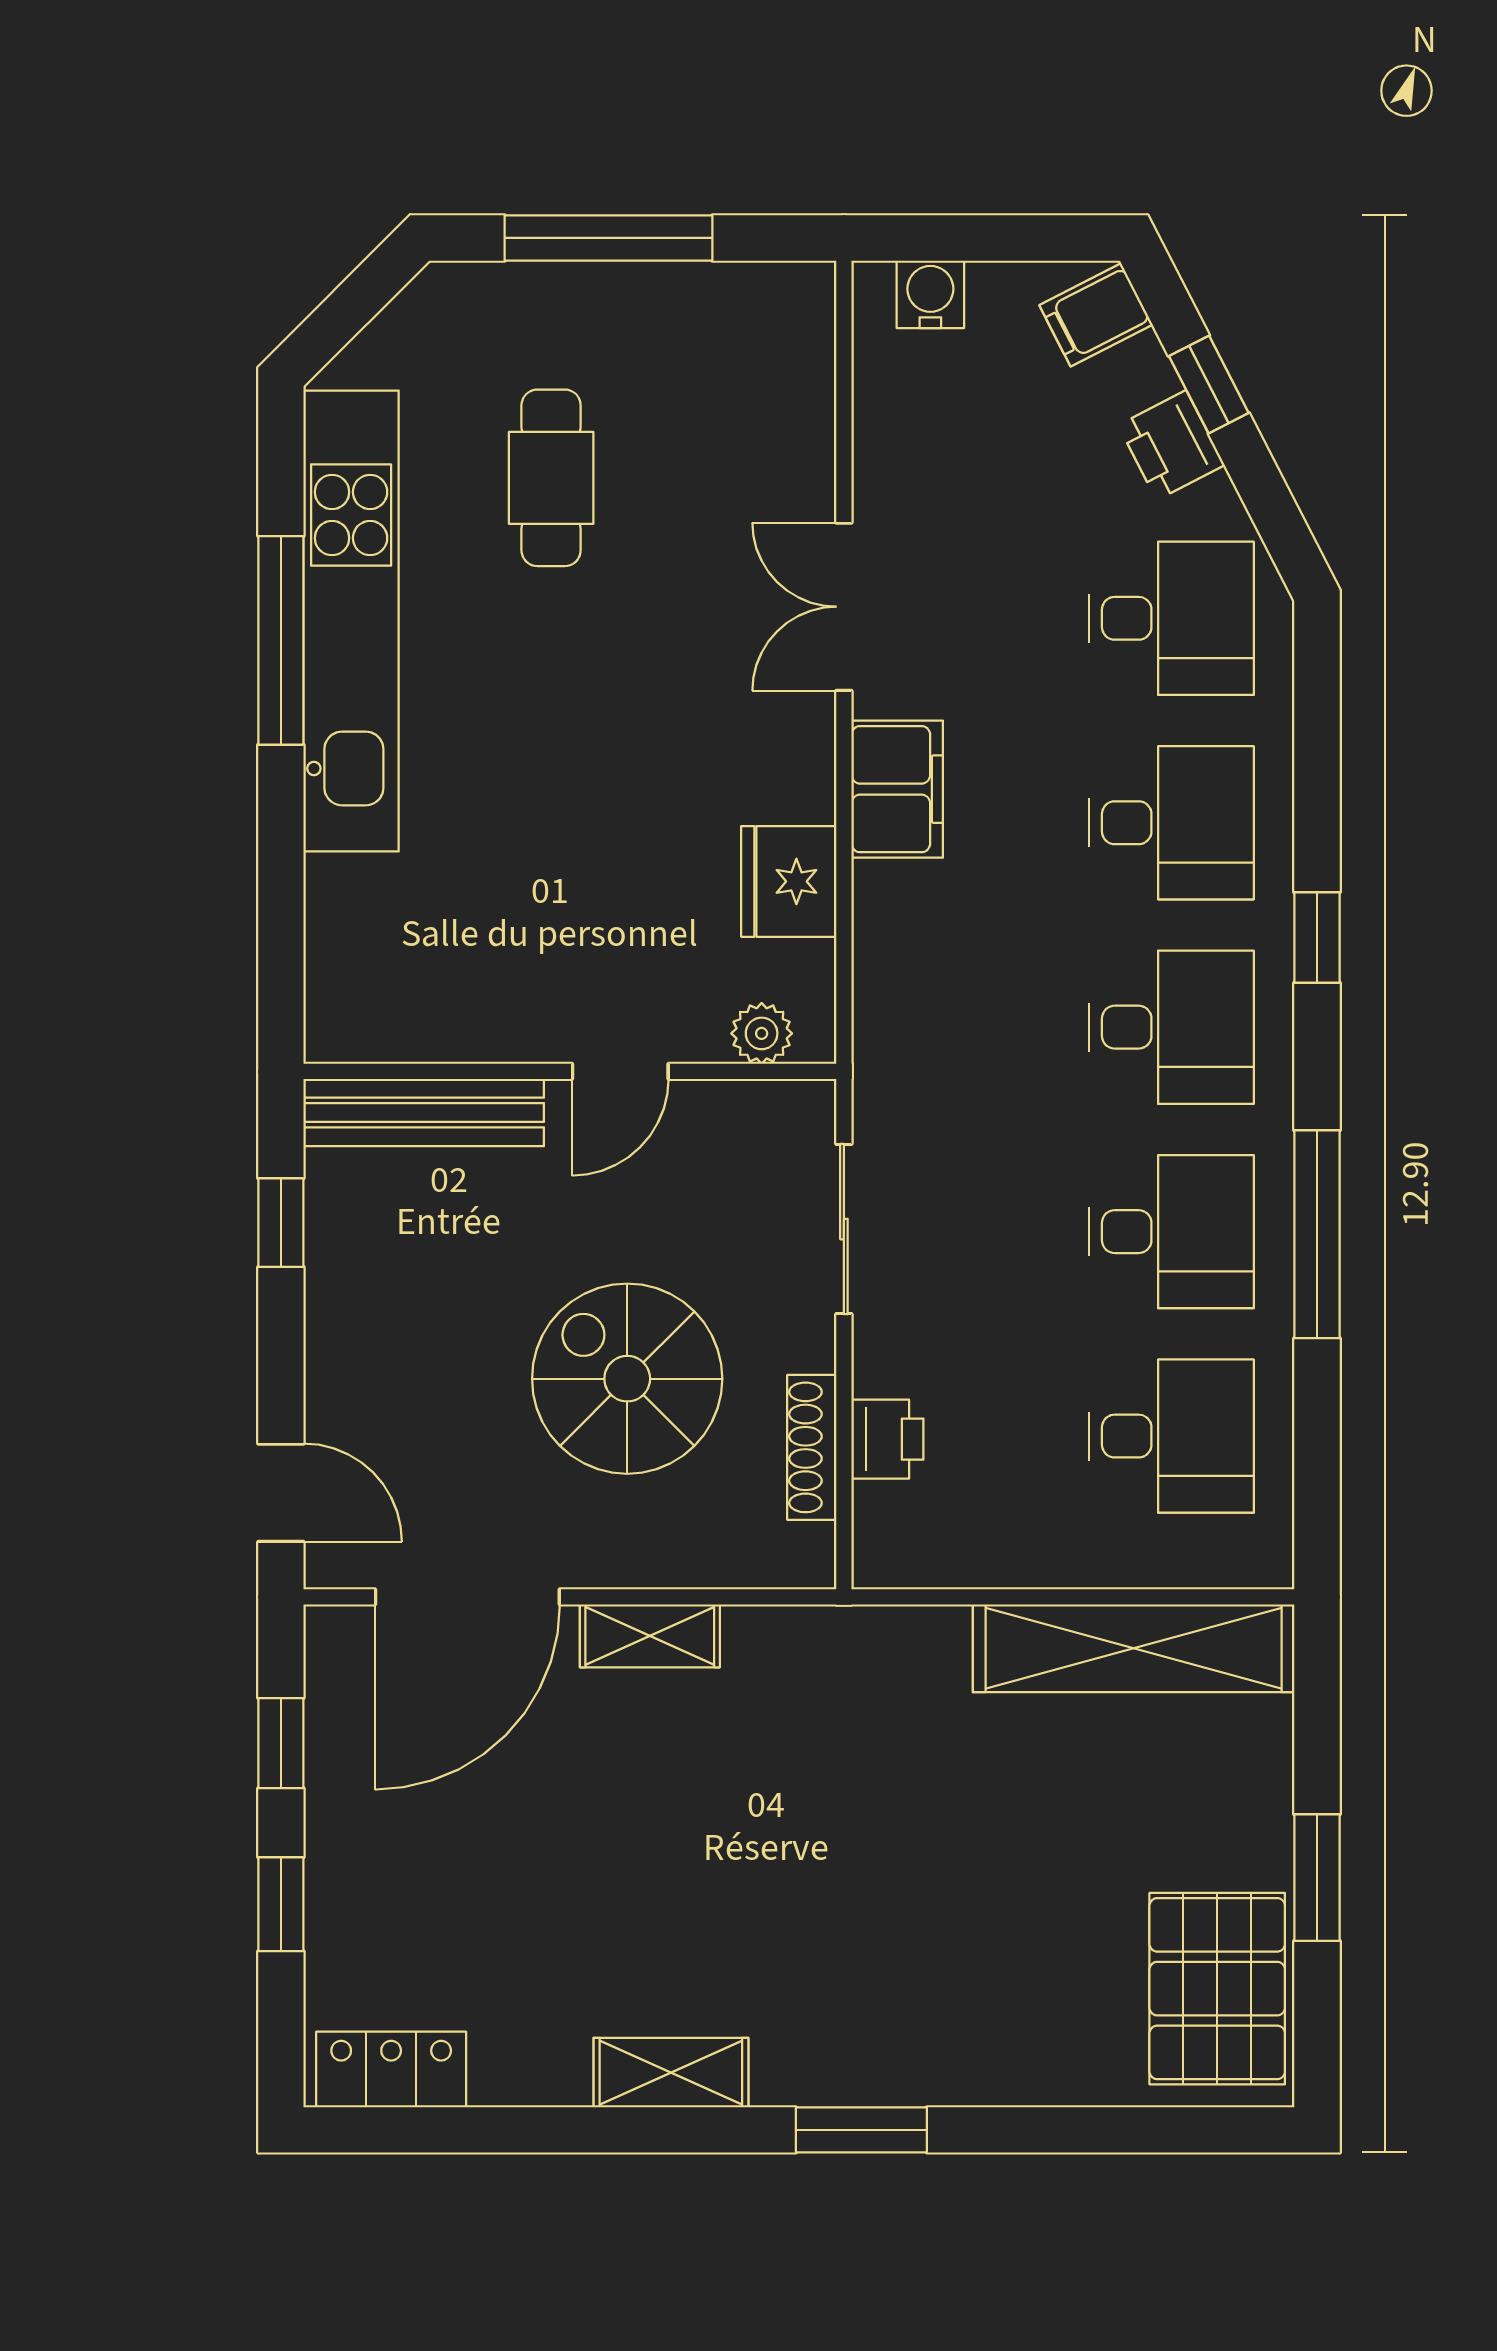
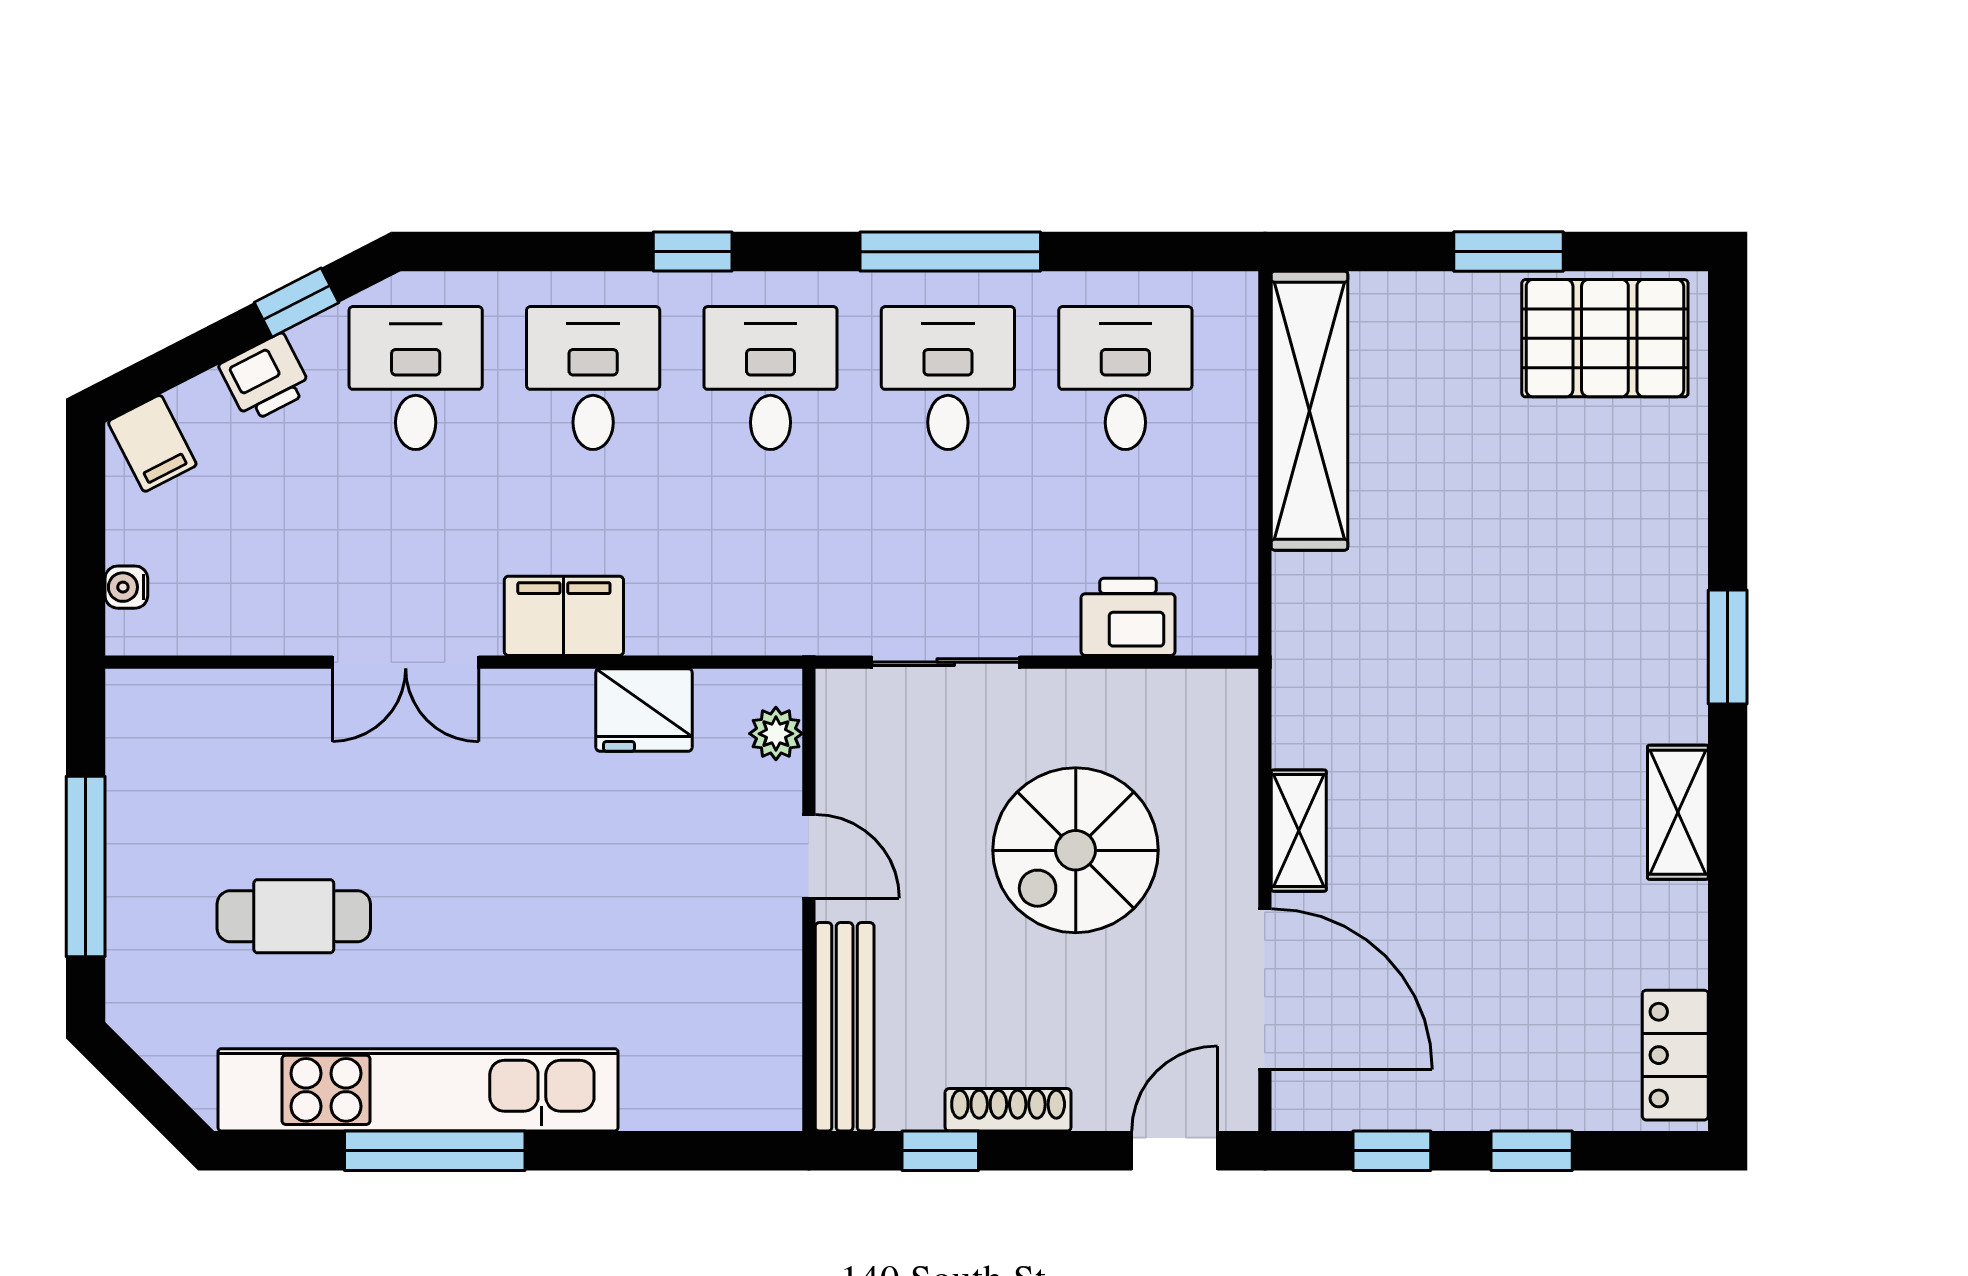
water cooler: (930, 294) -> (126, 587), width x0.72, depth x0.72
window: (1209, 385) -> (297, 302), moved
printer: (887, 1439) -> (1128, 617), width x1.36, depth x1.24
shoe rack: (812, 1447) -> (1008, 1110), moved, turned 180

